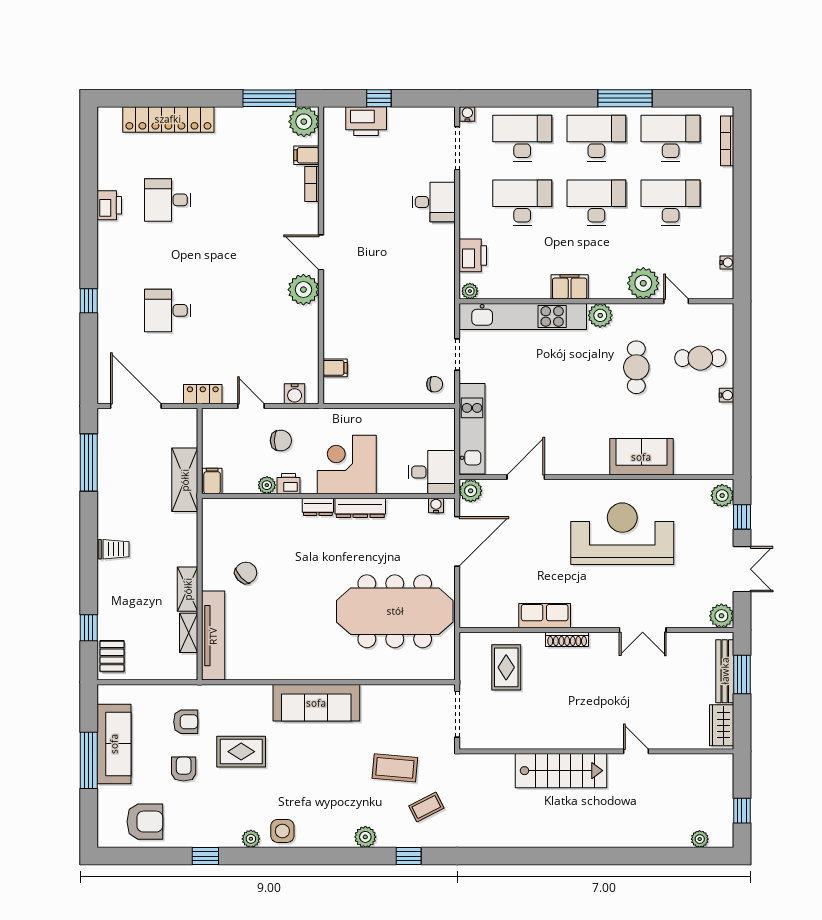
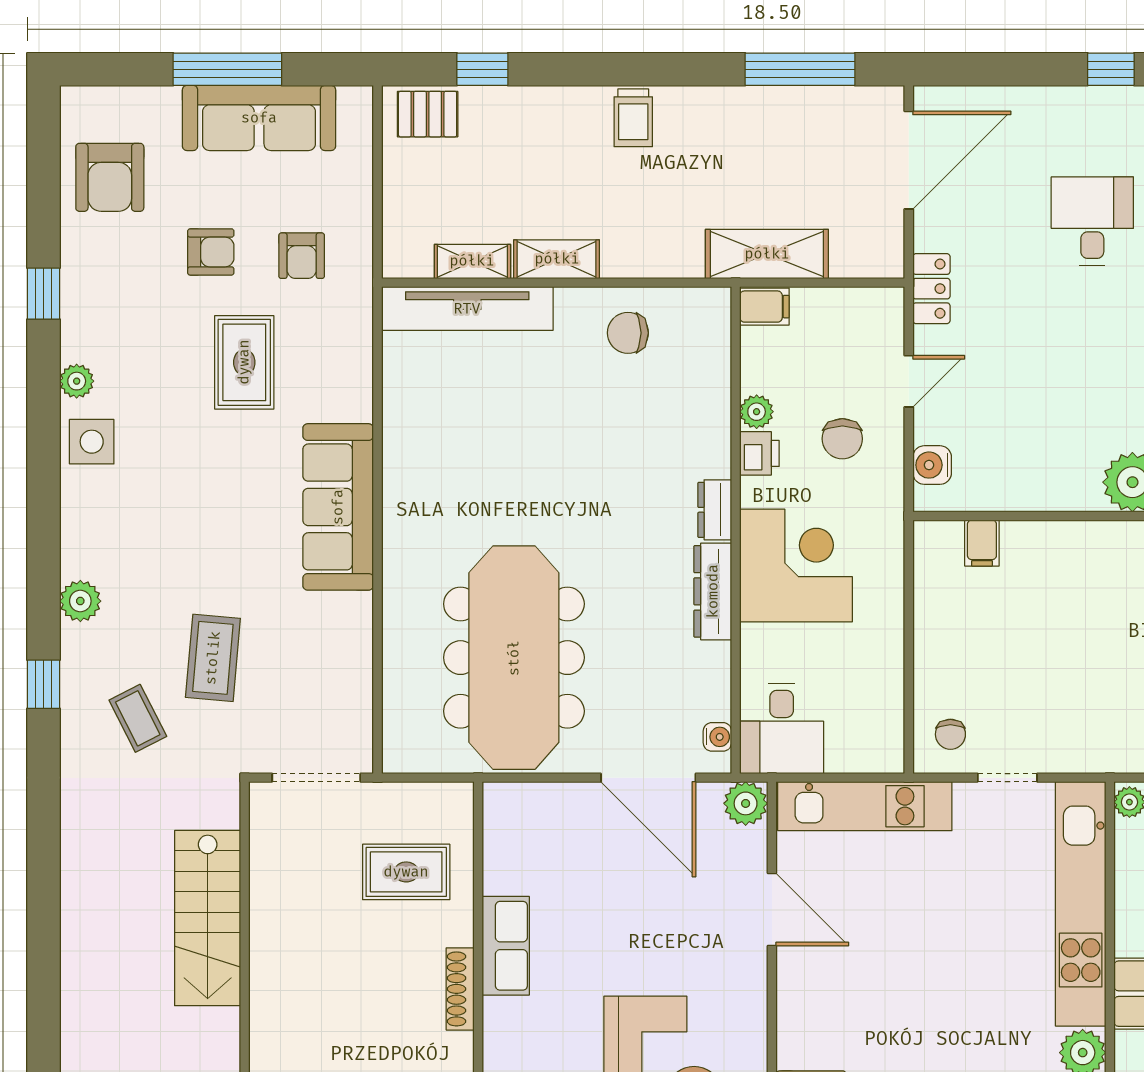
chair: (246, 573) -> (628, 333), moved, turned 133
stairs: (561, 771) -> (208, 918), moved

